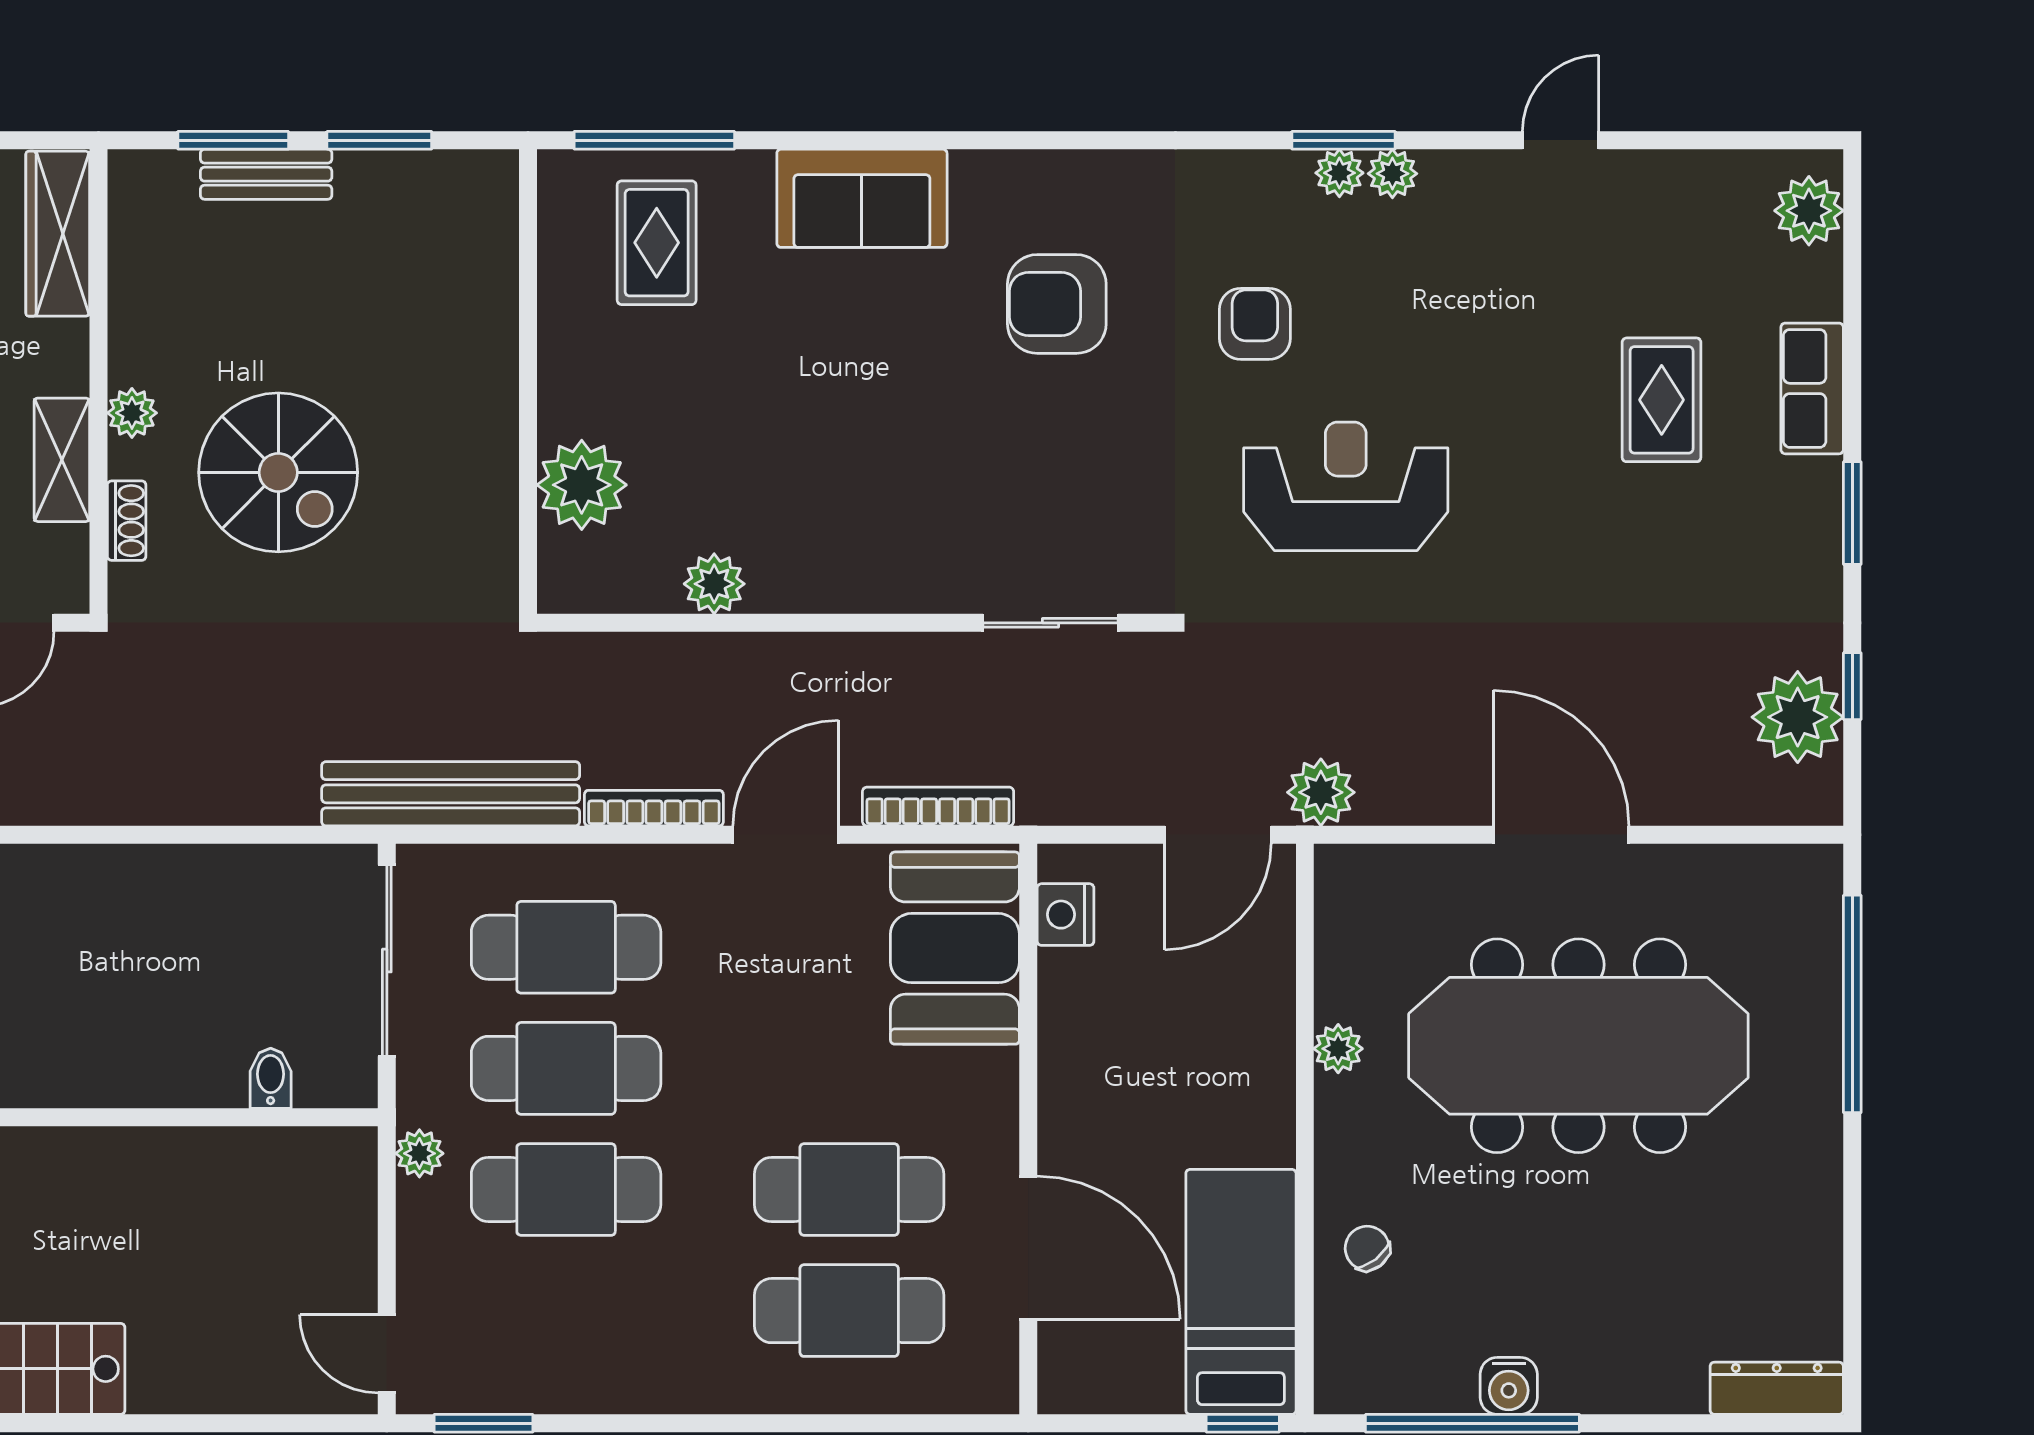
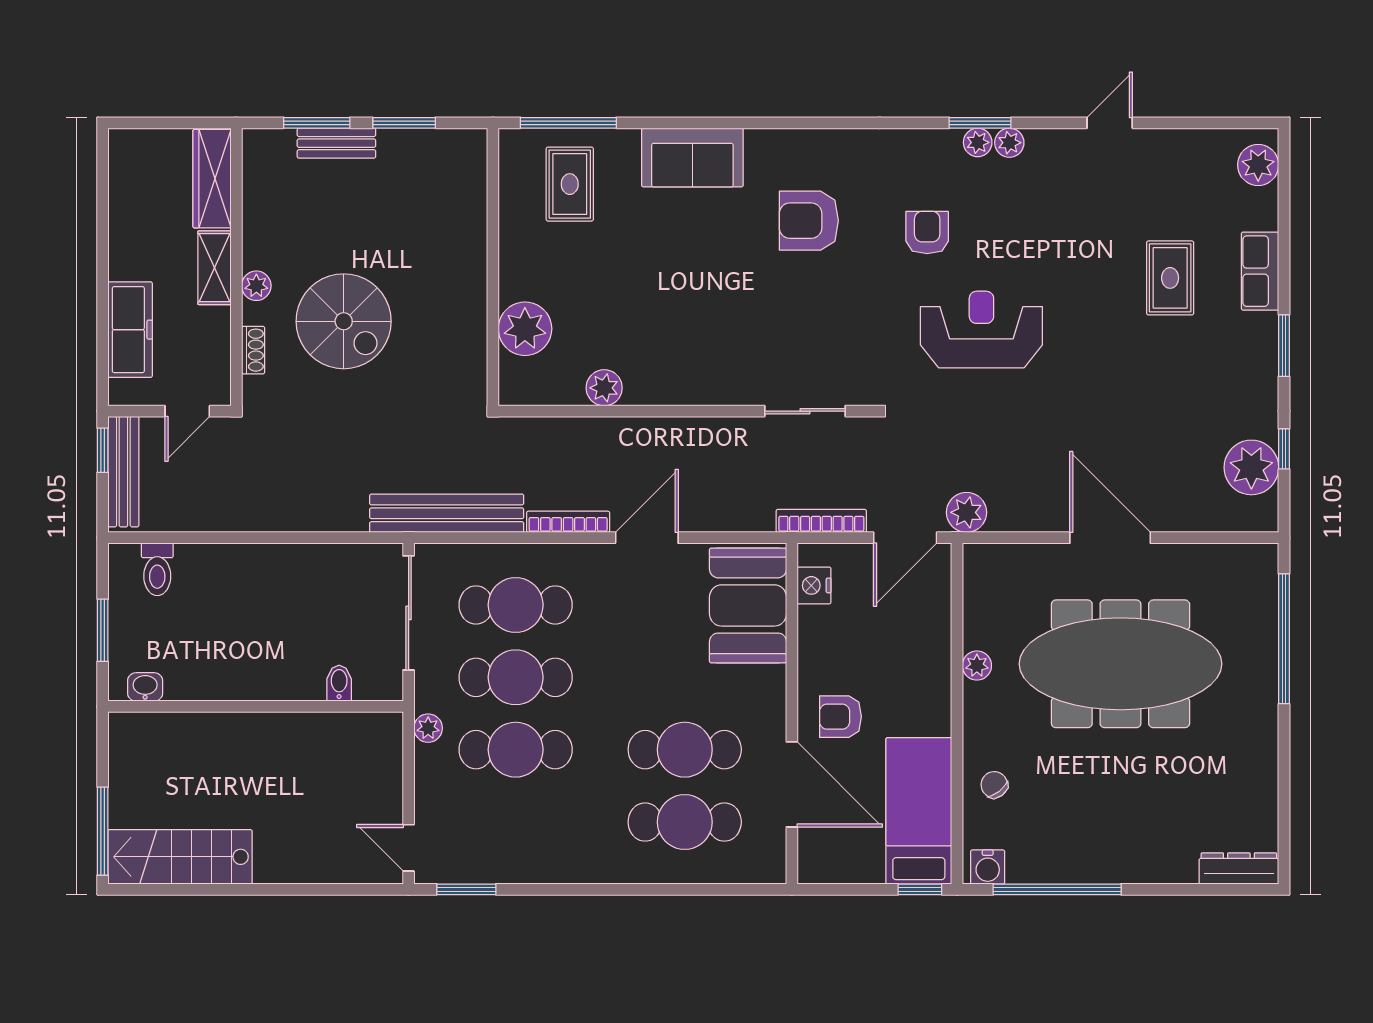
shelving: (62, 460) -> (214, 268), moved
bookcase: (938, 807) -> (821, 521), moved
armchair: (1110, 1134) -> (840, 717), added
water cooler: (1509, 1386) -> (988, 867), moved

